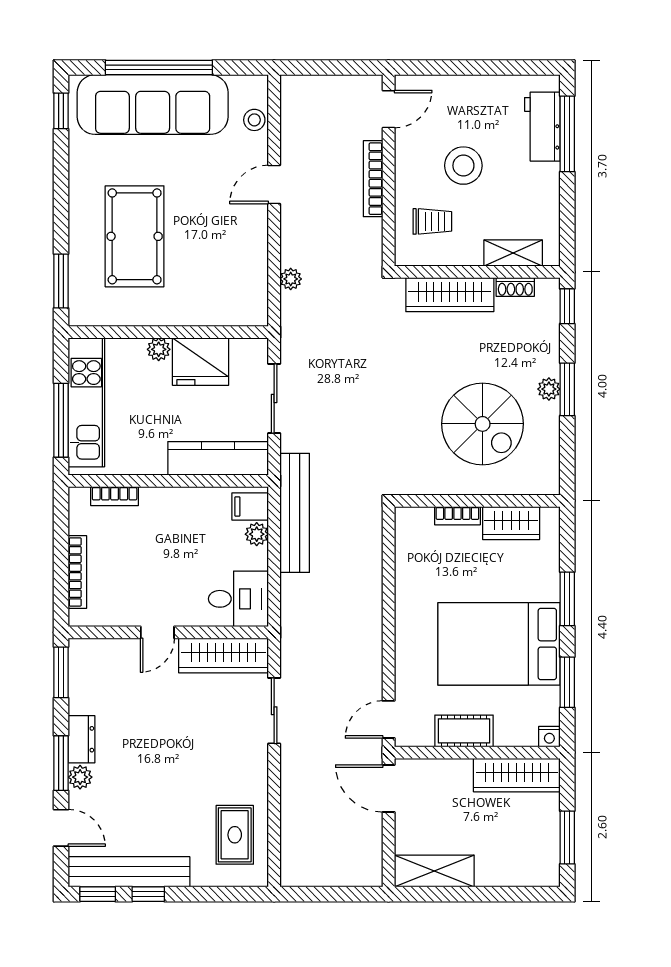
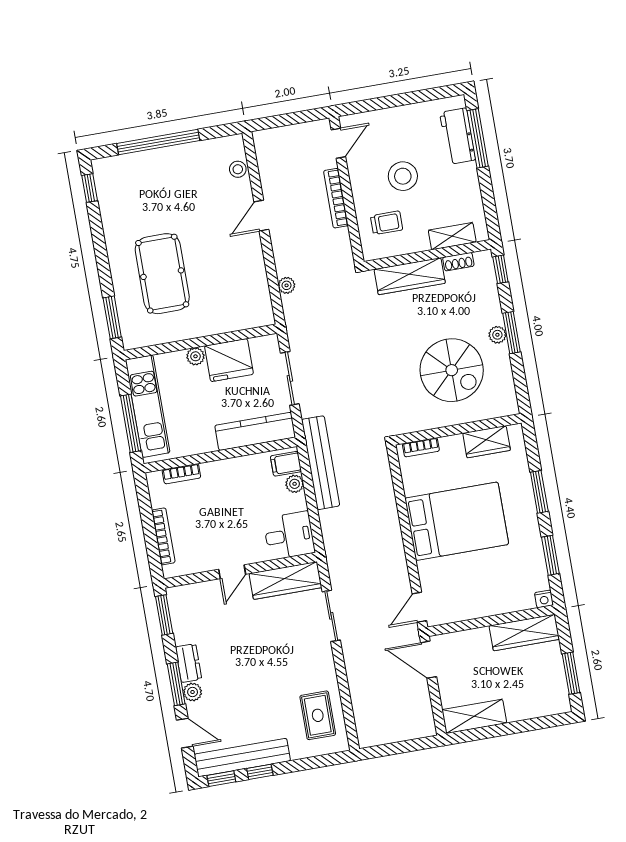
sofa: (153, 105) -> (158, 171), removed
bookcase: (457, 516) -> (421, 447), moved
bed: (499, 644) -> (457, 521), moved, turned 180
cot: (464, 731) -> (478, 606), removed

